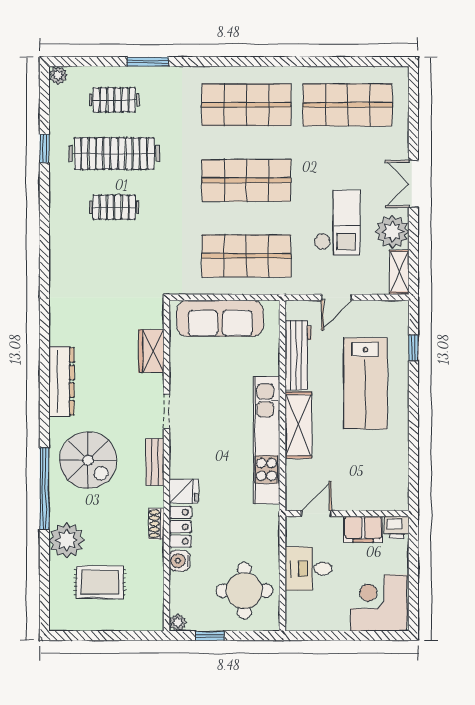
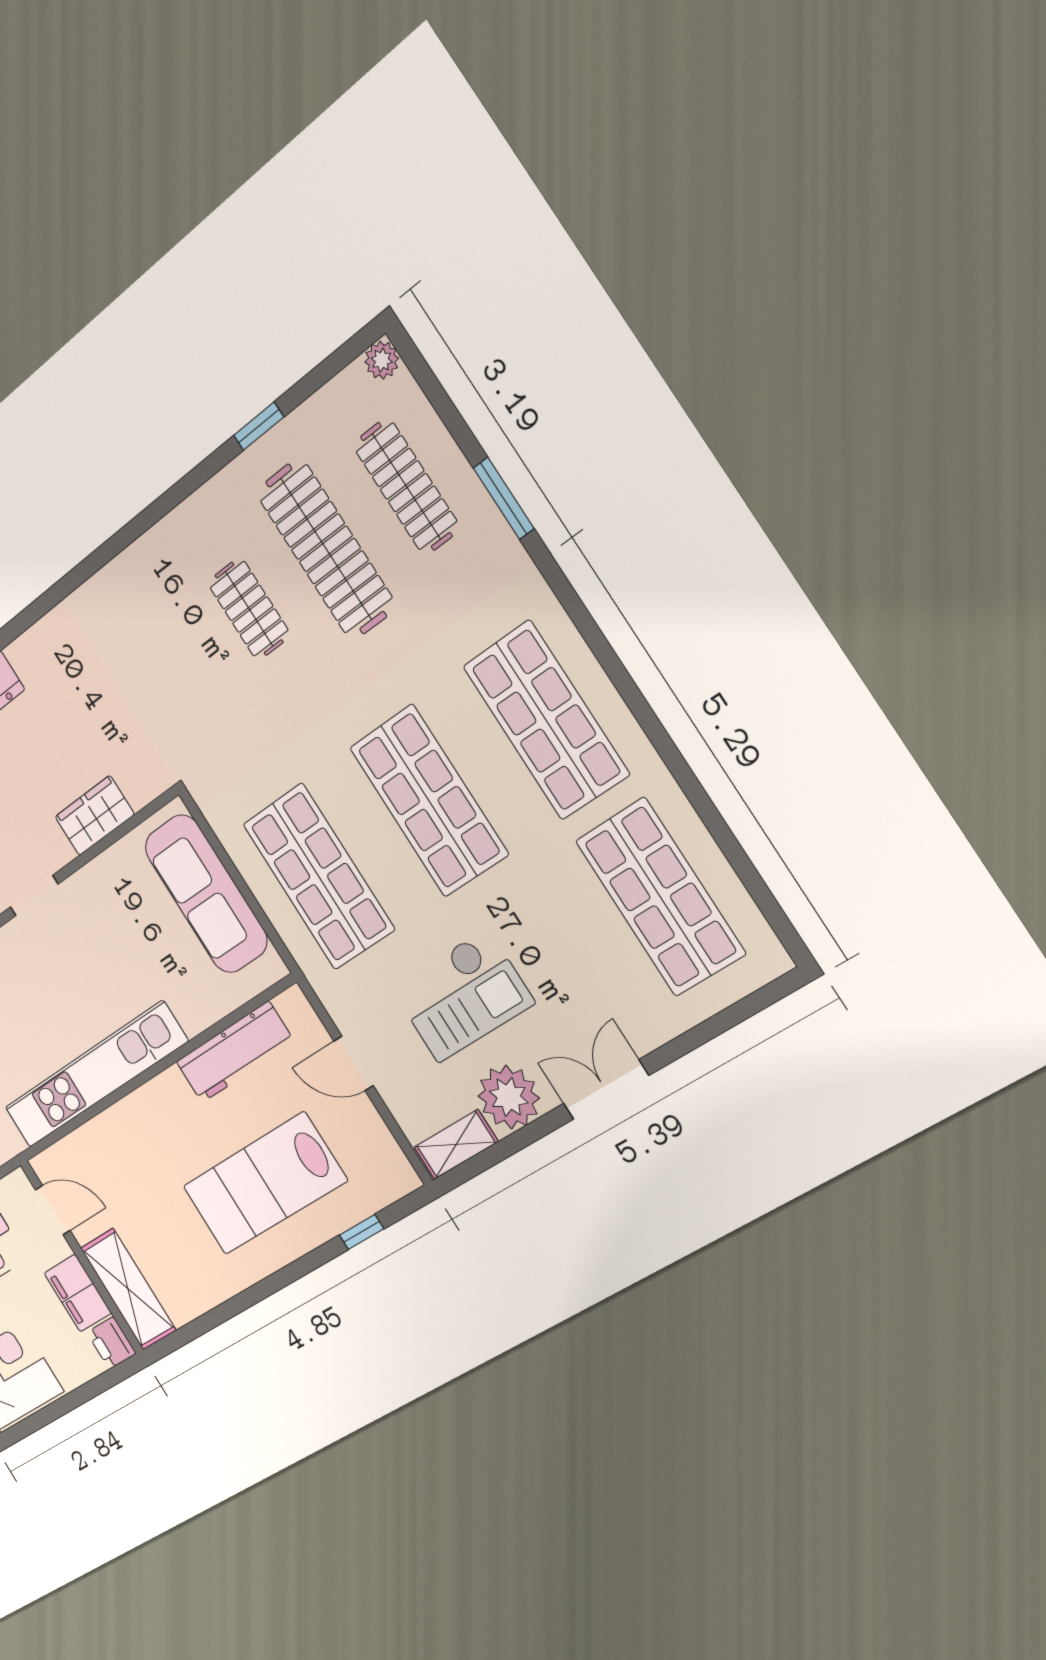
clothes rail: (114, 100) -> (406, 486), width x1.36
shelving: (298, 425) -> (128, 1289), moved, turned 90

